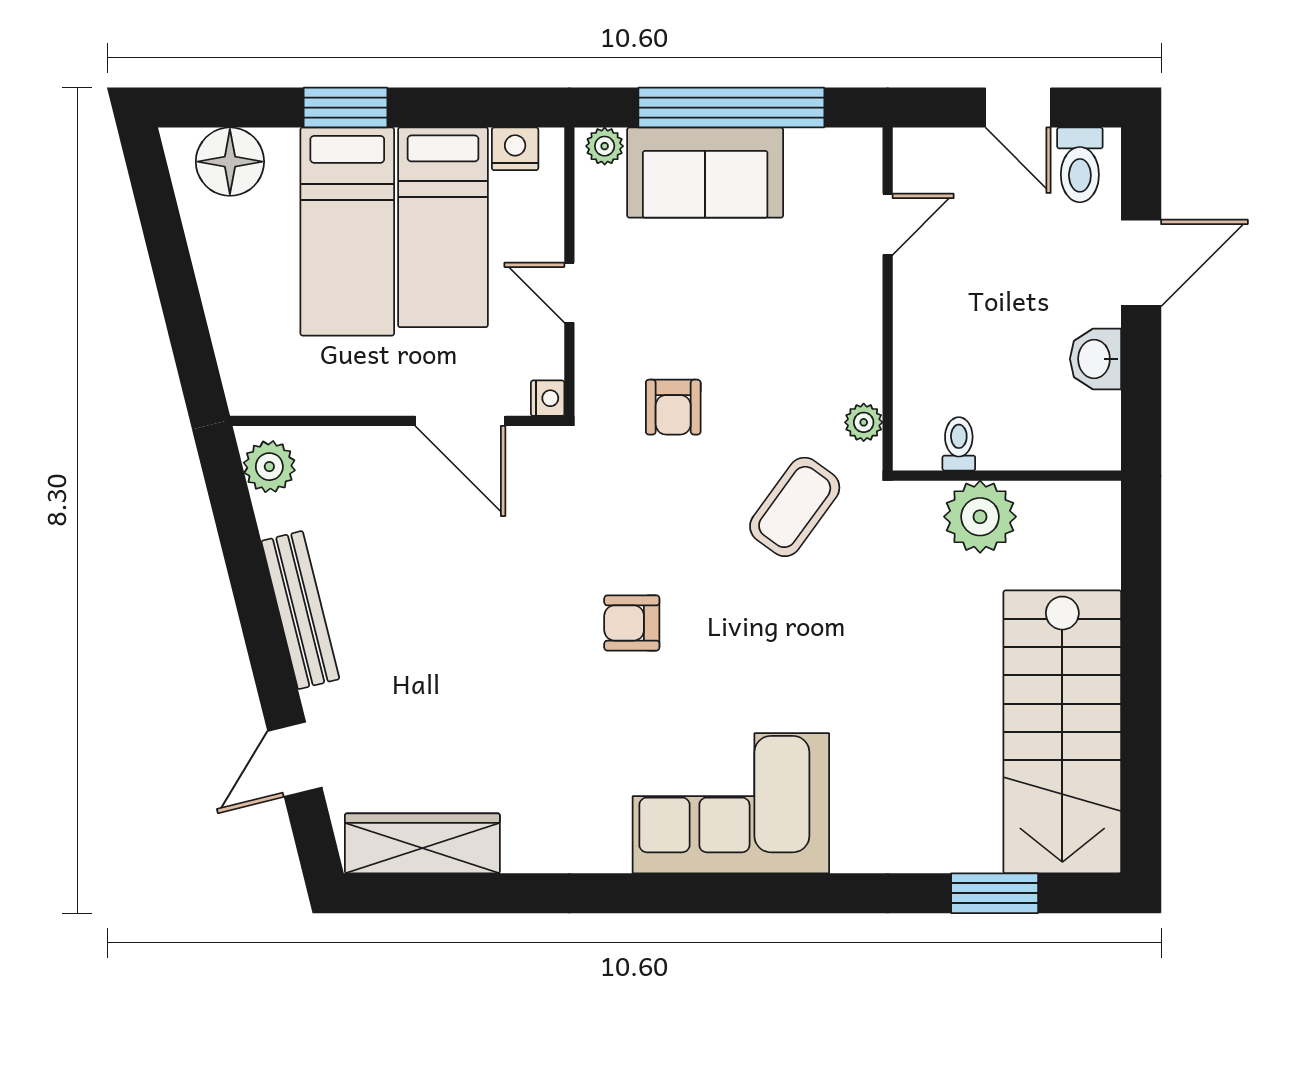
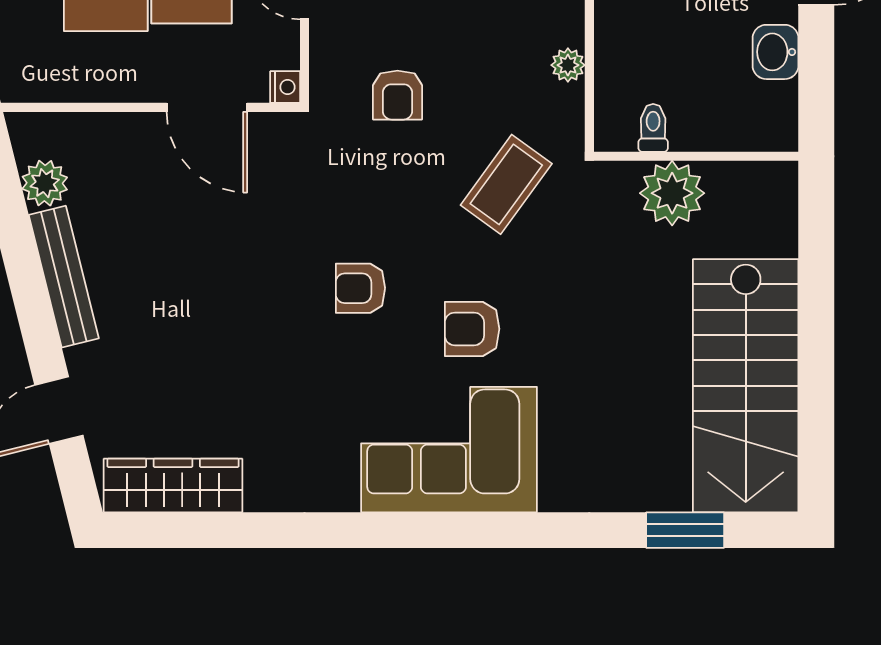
plant: (864, 422) -> (568, 65), moved
plant: (269, 467) -> (45, 183), moved
armchair: (757, 668) -> (472, 329), added

